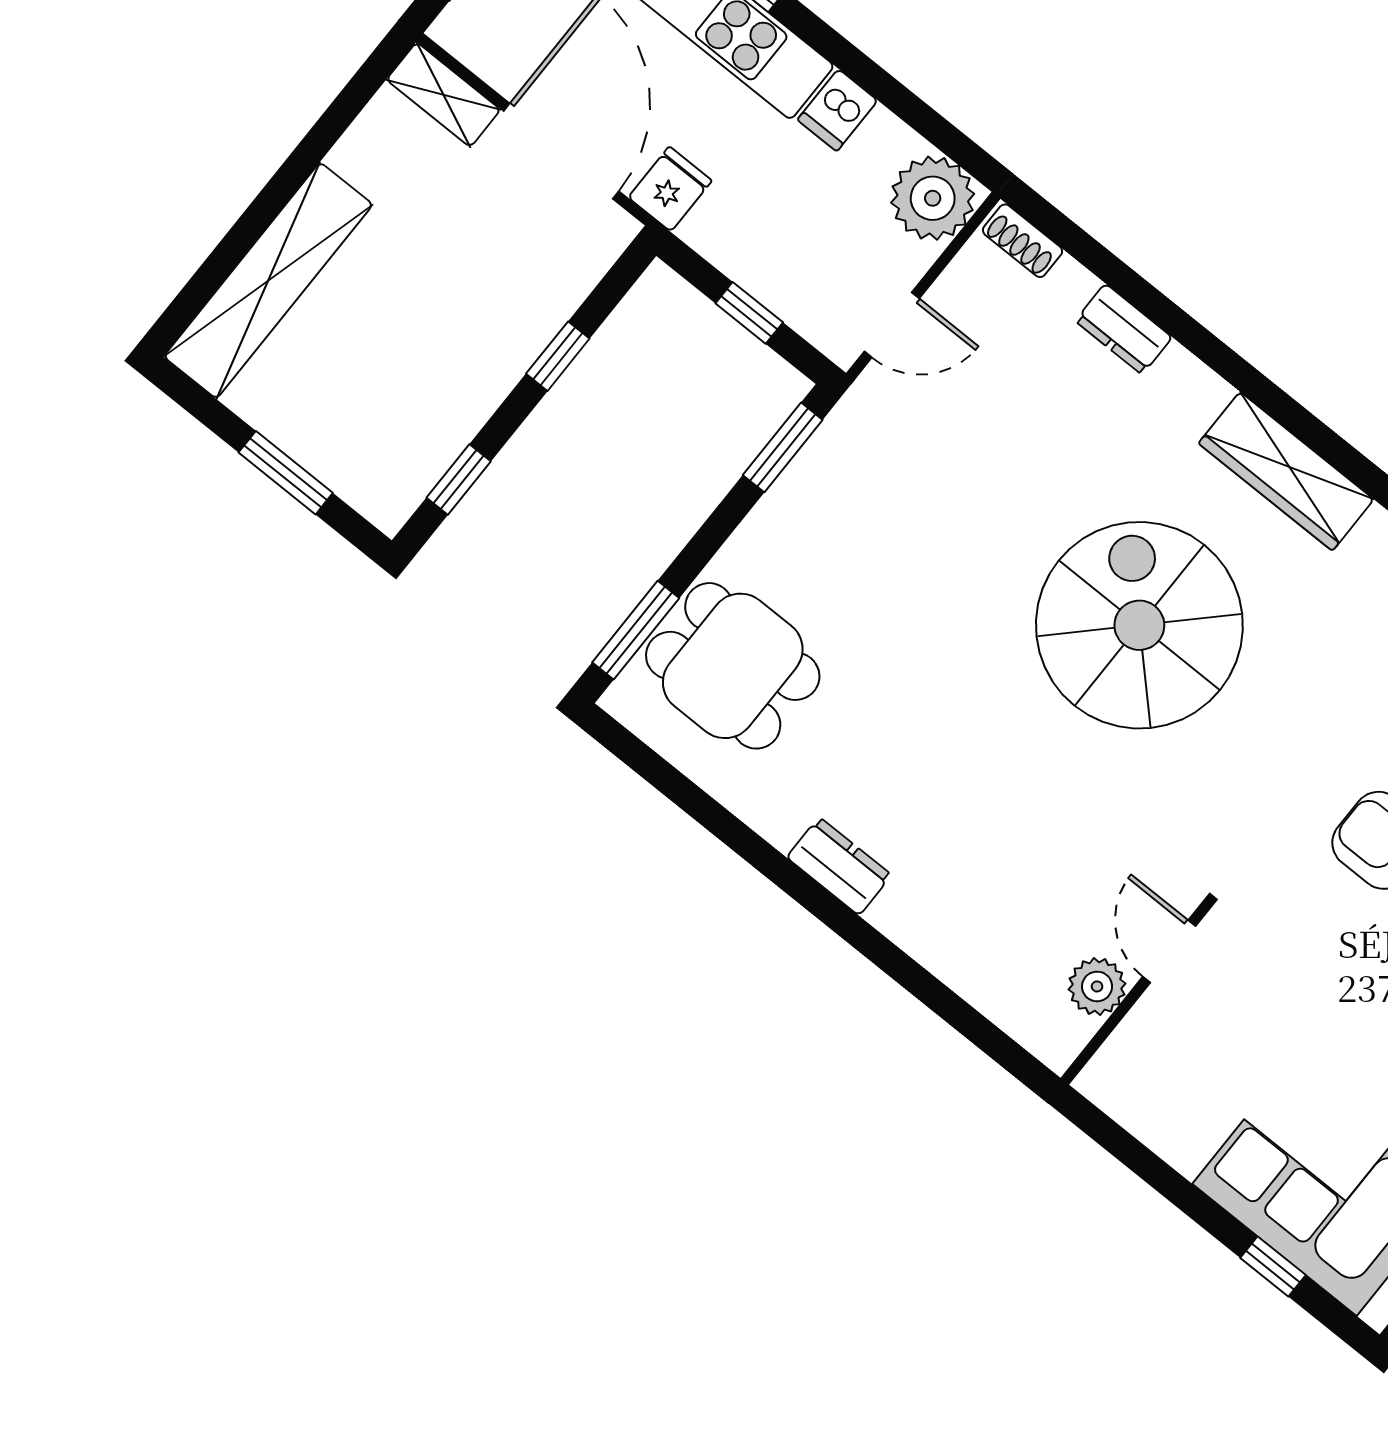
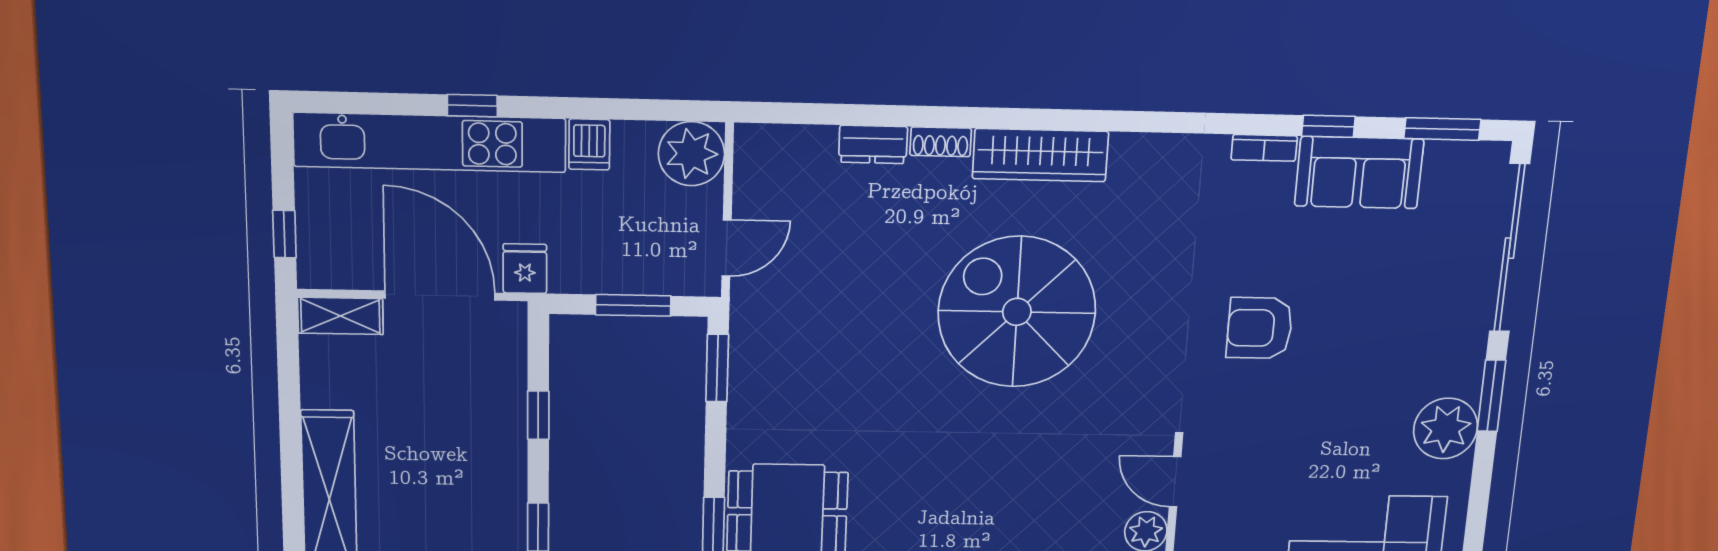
shoe rack: (1022, 241) -> (941, 142), moved
window: (749, 313) -> (633, 305), width x1.50

